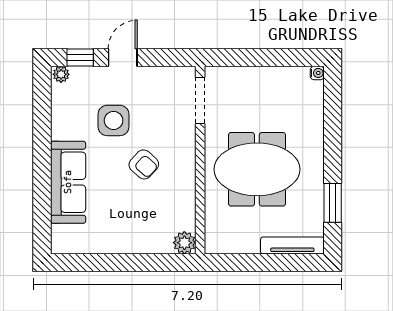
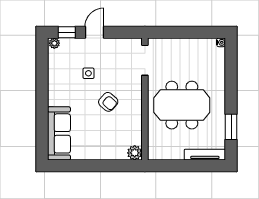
side table: (114, 120) -> (88, 73), width x0.54, depth x0.54
sofa: (68, 182) -> (59, 133), moved

